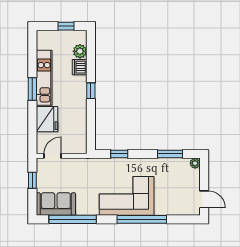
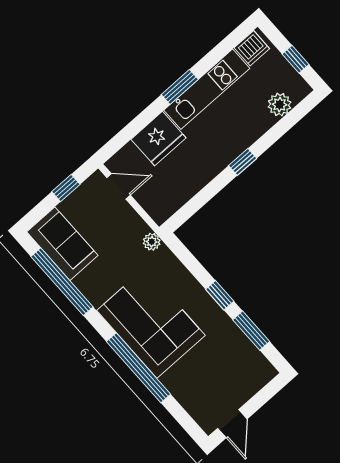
dishwasher: (80, 67) -> (252, 48), moved, turned 180
window: (119, 154) -> (220, 295), moved
plant: (195, 163) -> (152, 242), moved

